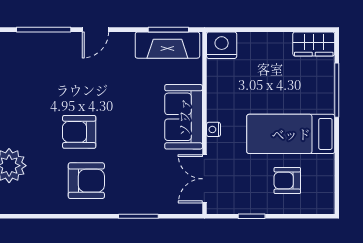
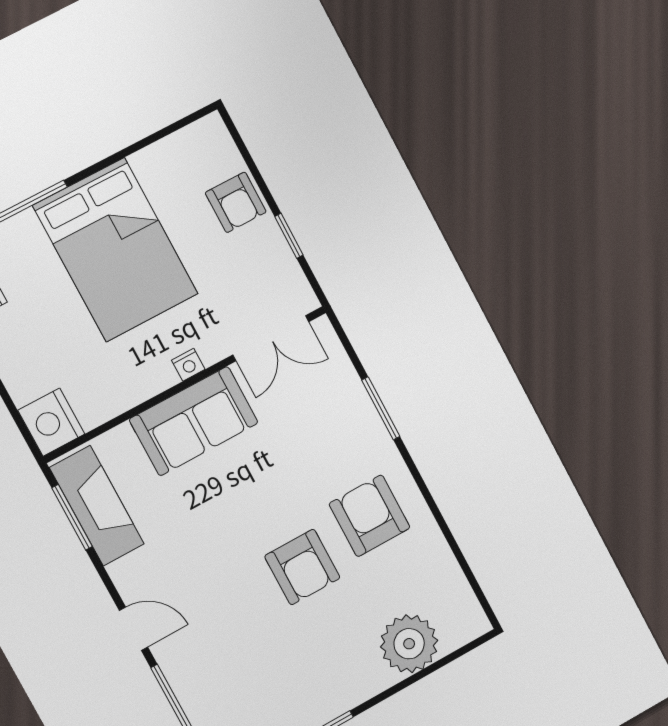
bed: (291, 134) -> (115, 250), width x1.50
armchair: (287, 181) -> (236, 202), moved

